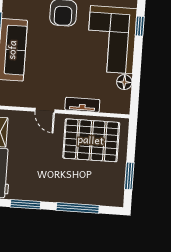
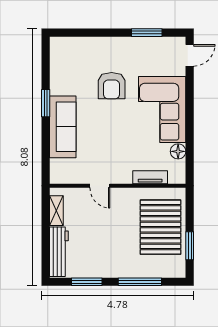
window: (140, 26) -> (190, 94), removed
tv unit: (82, 105) -> (150, 177), moved
pallet: (91, 140) -> (160, 227), moved, turned 90

